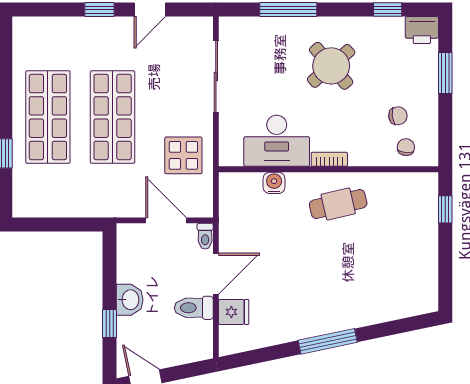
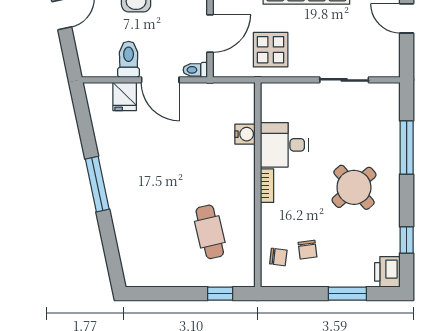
sliding door: (216, 77) -> (344, 80), width x0.73
desk: (277, 141) -> (284, 145), width x0.73
cafe table: (338, 204) -> (210, 232), moved

